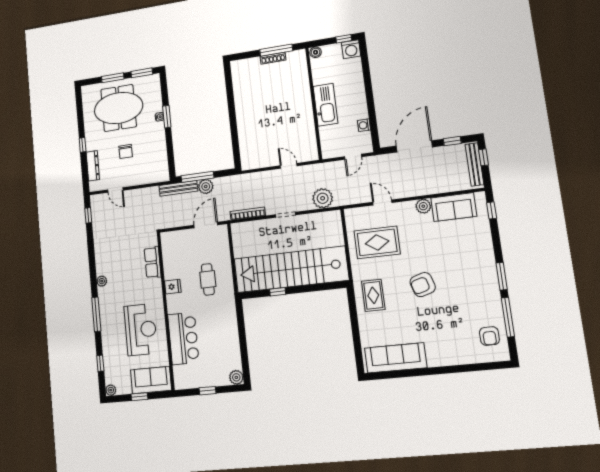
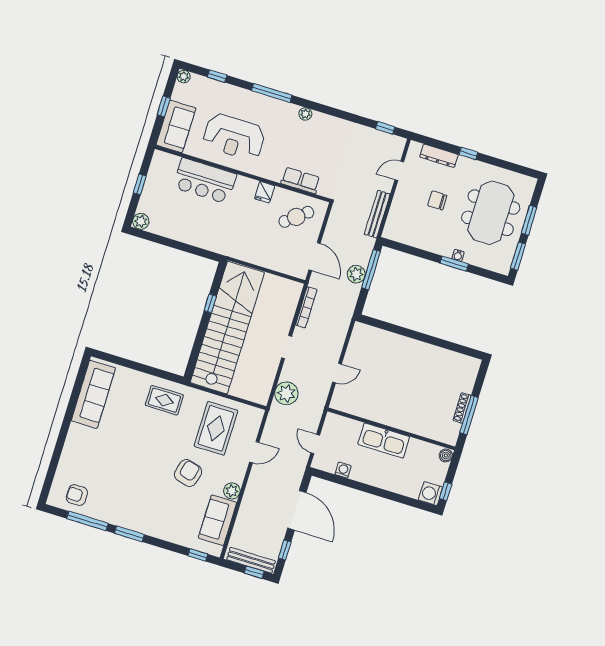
bench: (178, 188) -> (377, 214), moved
cafe table: (208, 279) -> (296, 217), moved, turned -39
armchair: (423, 285) -> (188, 473), moved, turned 32

